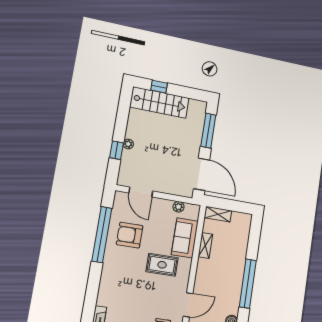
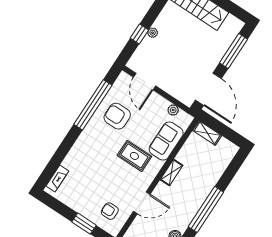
shelving: (205, 246) -> (171, 173), moved

